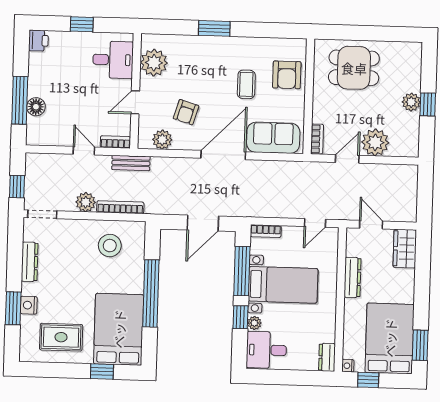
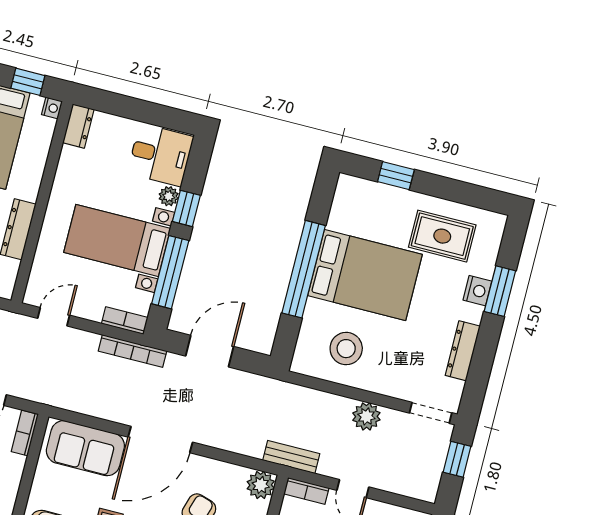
plant: (162, 140) -> (261, 485), moved
bookcase: (120, 207) -> (132, 351), moved
bed: (119, 329) -> (365, 275), moved, turned -90

